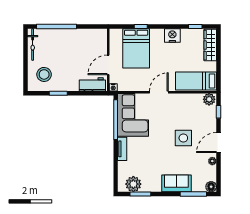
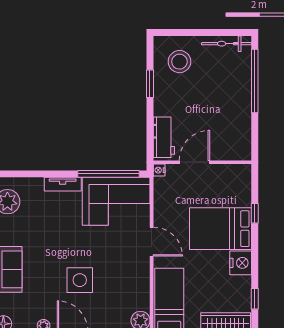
bed: (136, 48) -> (220, 229), moved
door: (108, 65) -> (195, 162), hinge flipped

